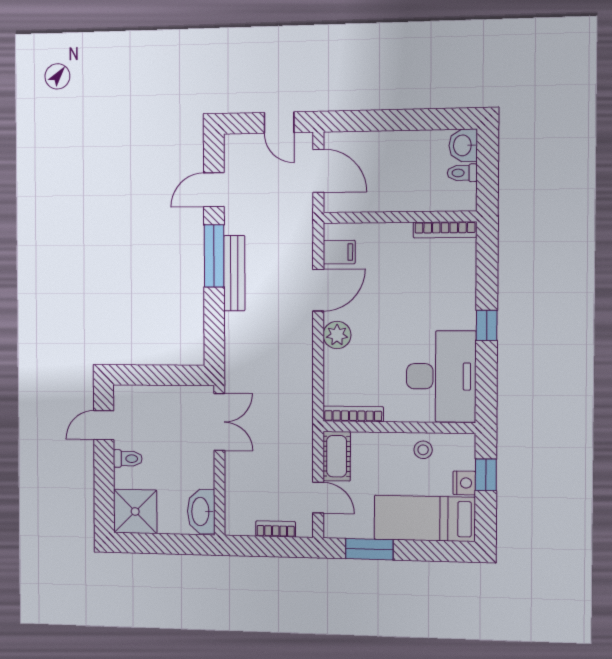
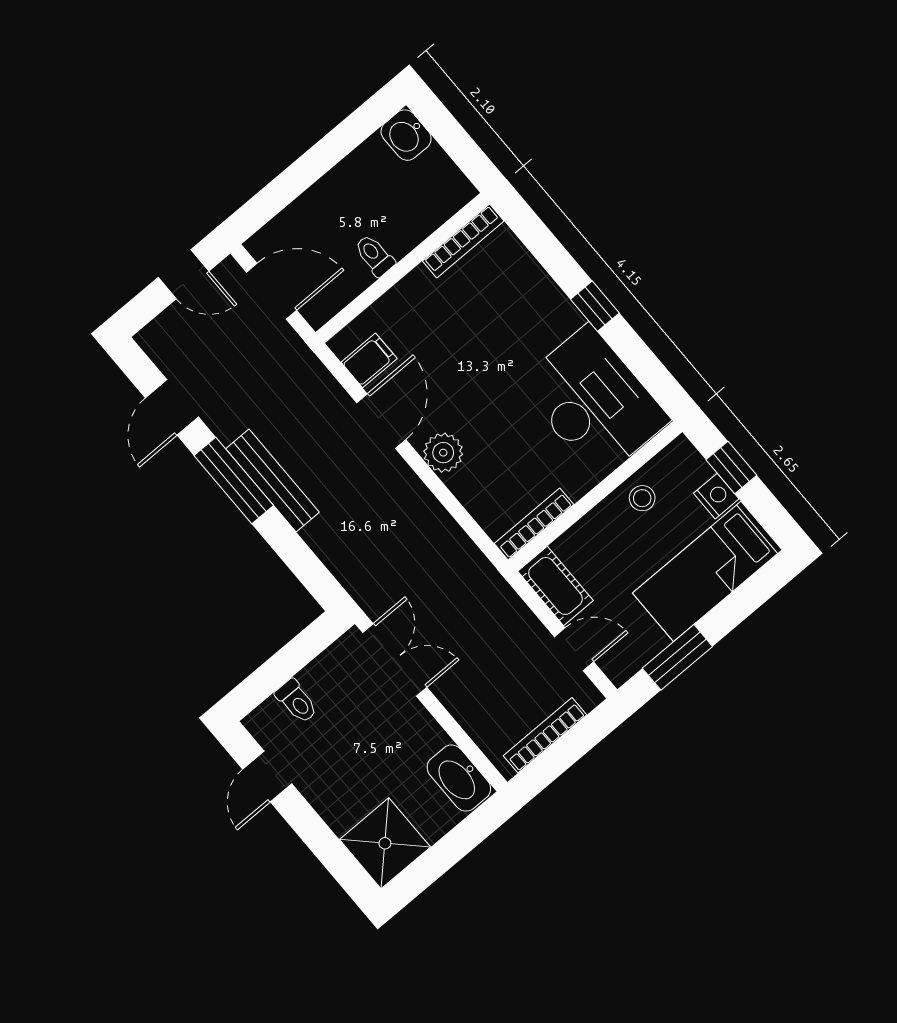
toilet: (462, 173) -> (375, 255), moved, turned 90
toilet: (128, 459) -> (297, 701), moved, turned 90
bookcase: (276, 529) -> (545, 735), width x1.56

